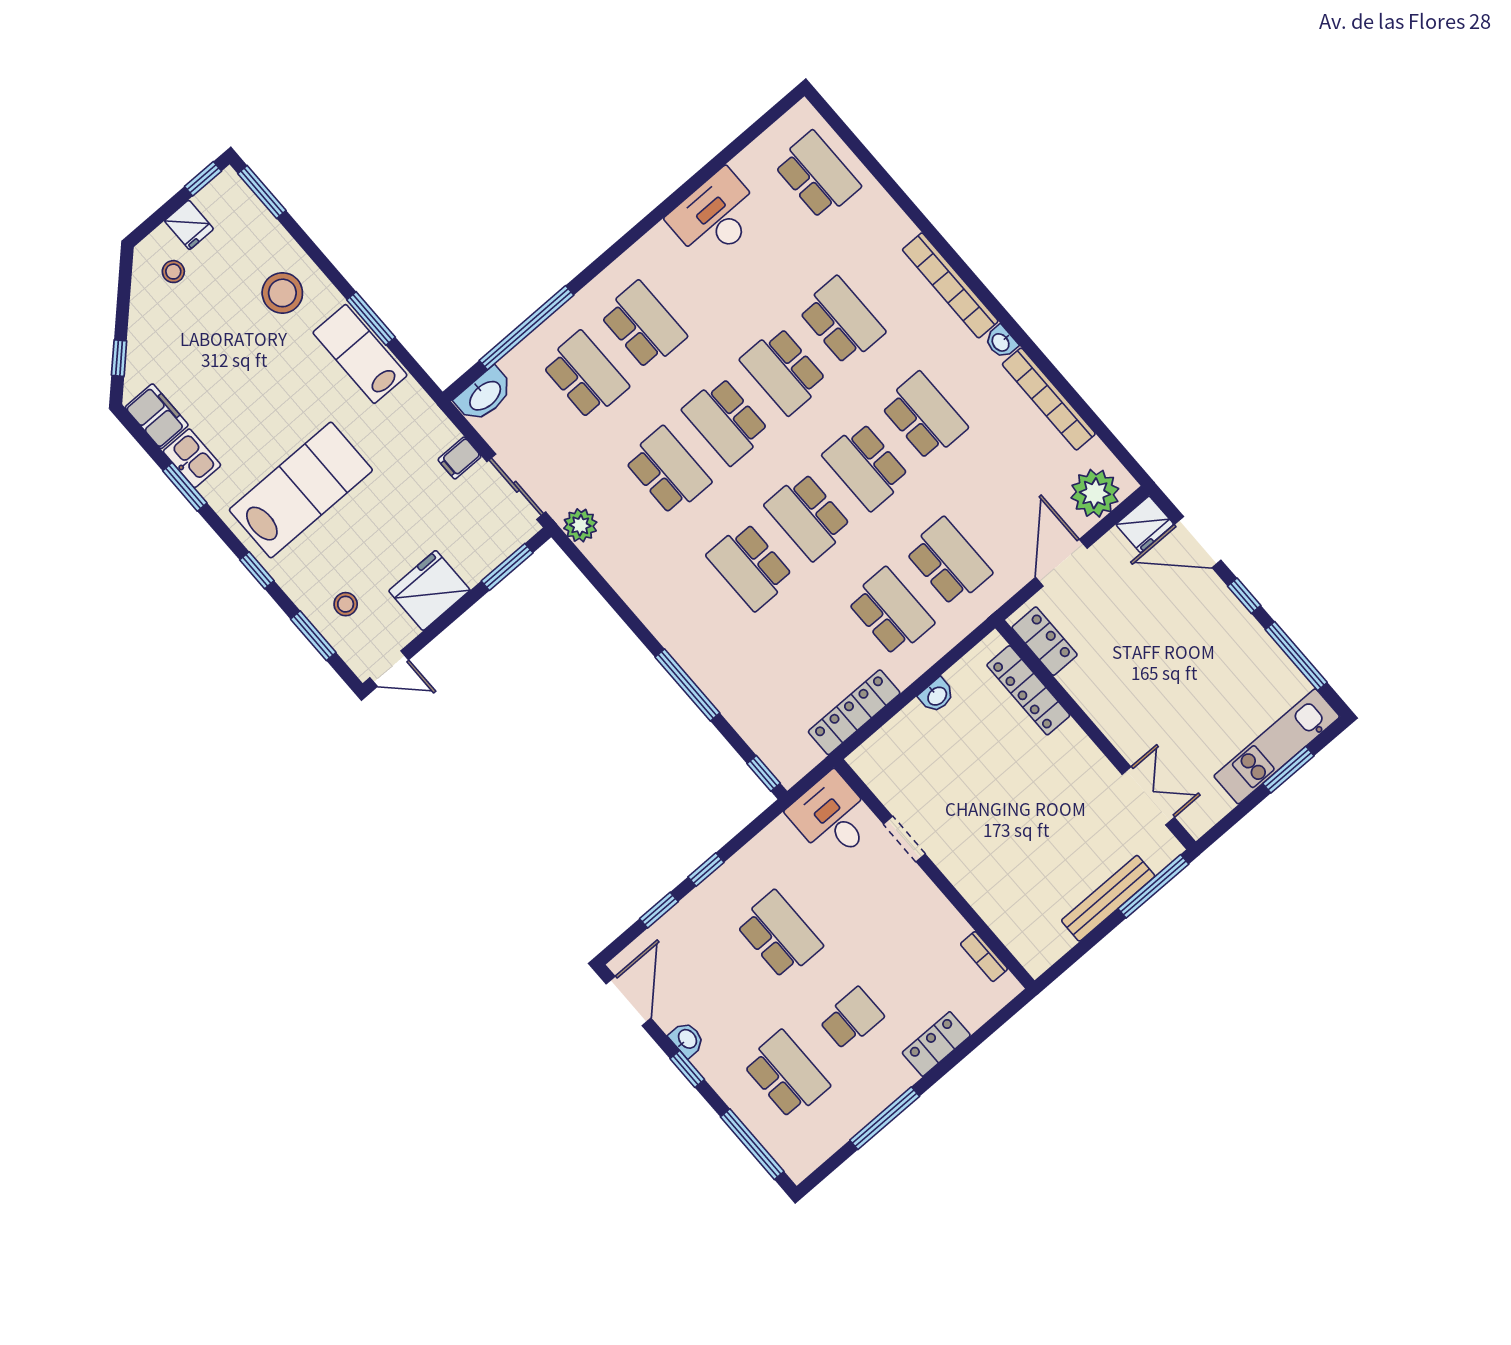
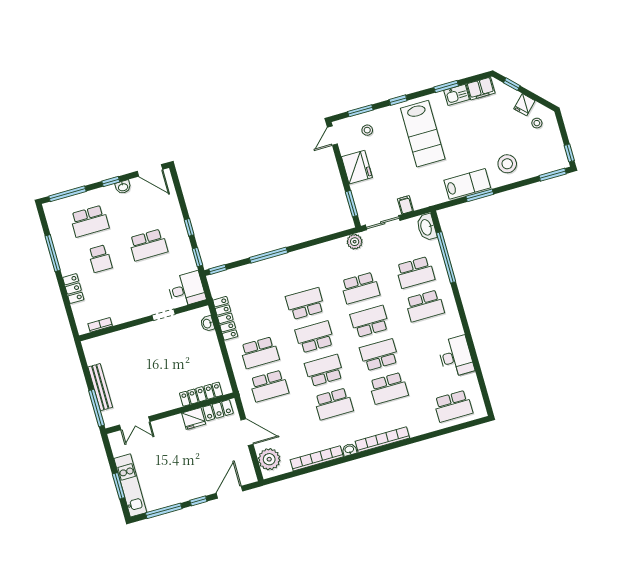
fridge: (189, 225) -> (524, 105), moved, turned -45
fridge: (1145, 524) -> (194, 418), moved, turned -90
washbasin: (937, 696) -> (207, 324), moved
window: (659, 910) -> (197, 257), moved

